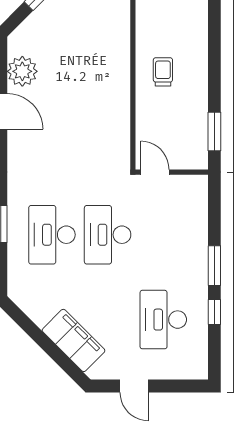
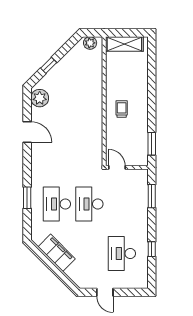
plant: (22, 71) -> (40, 98), moved
window: (214, 266) -> (152, 196), moved
filing cabinet: (74, 340) -> (57, 253), moved

